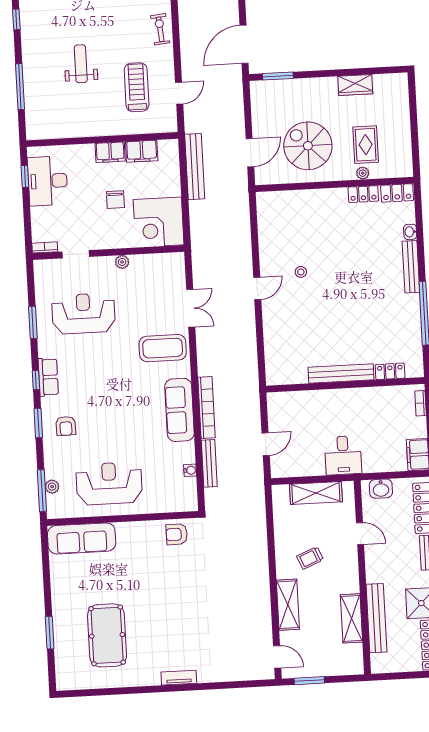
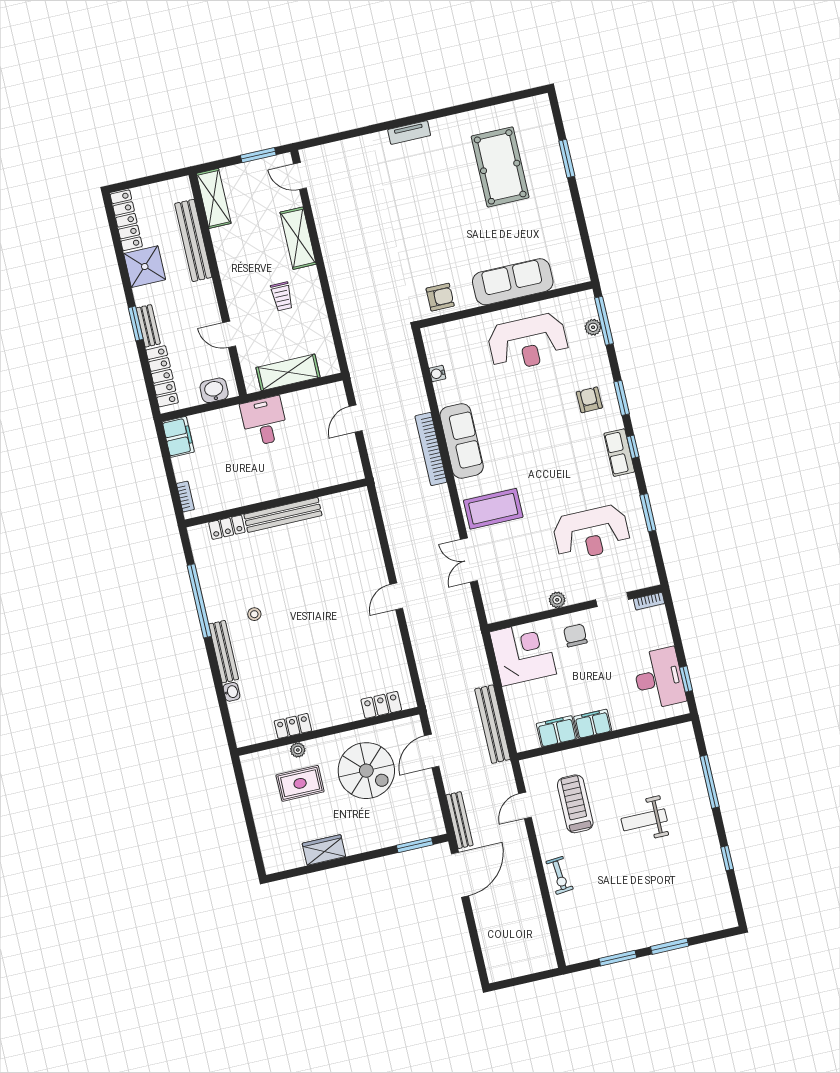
weight bench: (81, 64) -> (644, 820), turned 90
treadmill: (137, 87) -> (575, 804), turned 180
rug: (366, 145) -> (300, 783), turned 90
locker: (397, 193) -> (381, 705), moved
chair: (115, 200) -> (575, 635), moved
stool: (301, 272) -> (254, 614), moved
bench: (209, 463) -> (459, 820), moved
sofa: (82, 538) -> (513, 282), moved
trolley: (310, 558) -> (282, 296), turned 113
shelving: (352, 618) -> (214, 198), moved

